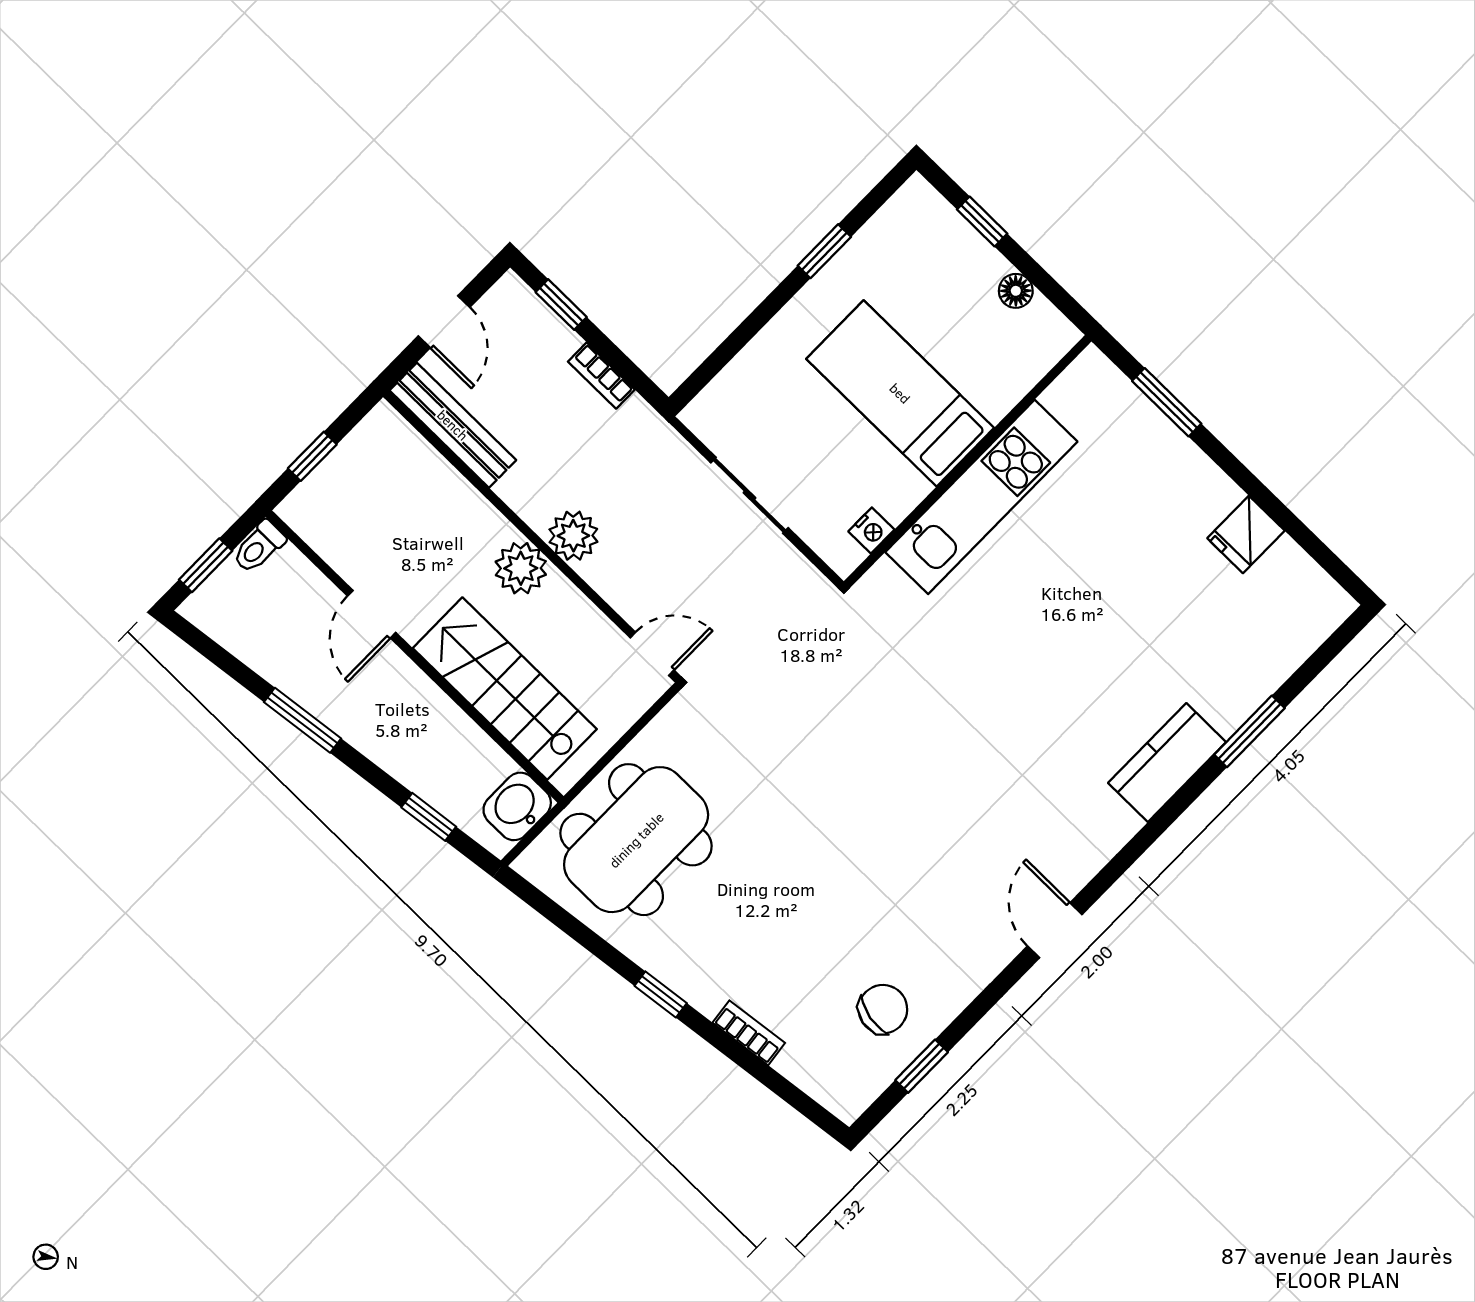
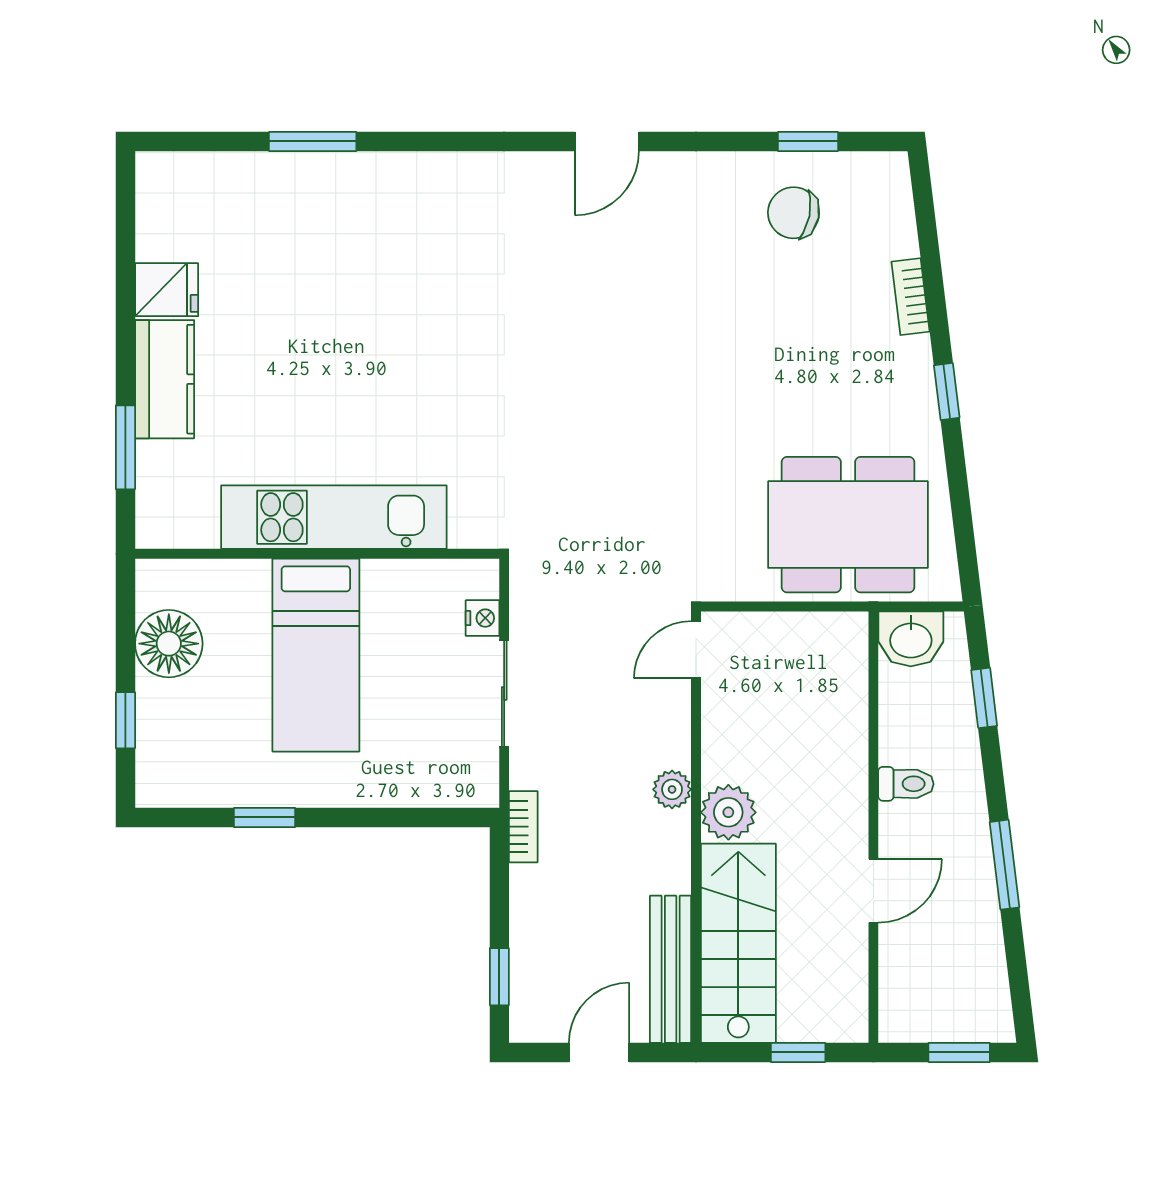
floor lamp: (1016, 291) -> (169, 644), width x1.89, depth x1.89
bookcase: (601, 376) -> (523, 827), moved
nightstand: (871, 531) -> (483, 618), moved, turned 90
plant: (573, 536) -> (672, 789), width x0.73, depth x0.73
toilet: (259, 547) -> (906, 784), moved
door: (652, 654) -> (696, 650), hinge flipped
stairs: (505, 689) -> (738, 943), moved, turned 180
kitchen counter: (1167, 763) -> (165, 379), moved, turned -90

